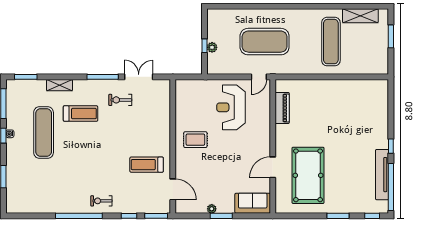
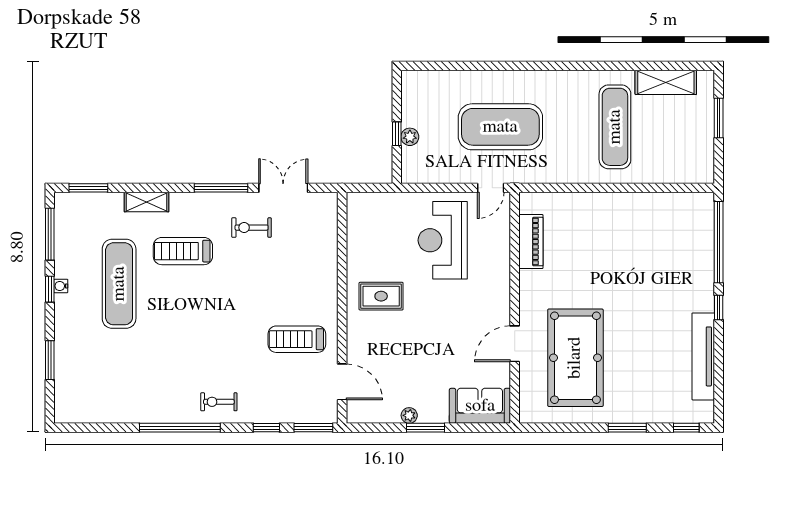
treadmill: (81, 114) -> (183, 251), turned 180
window: (391, 187) -> (719, 242), moved

